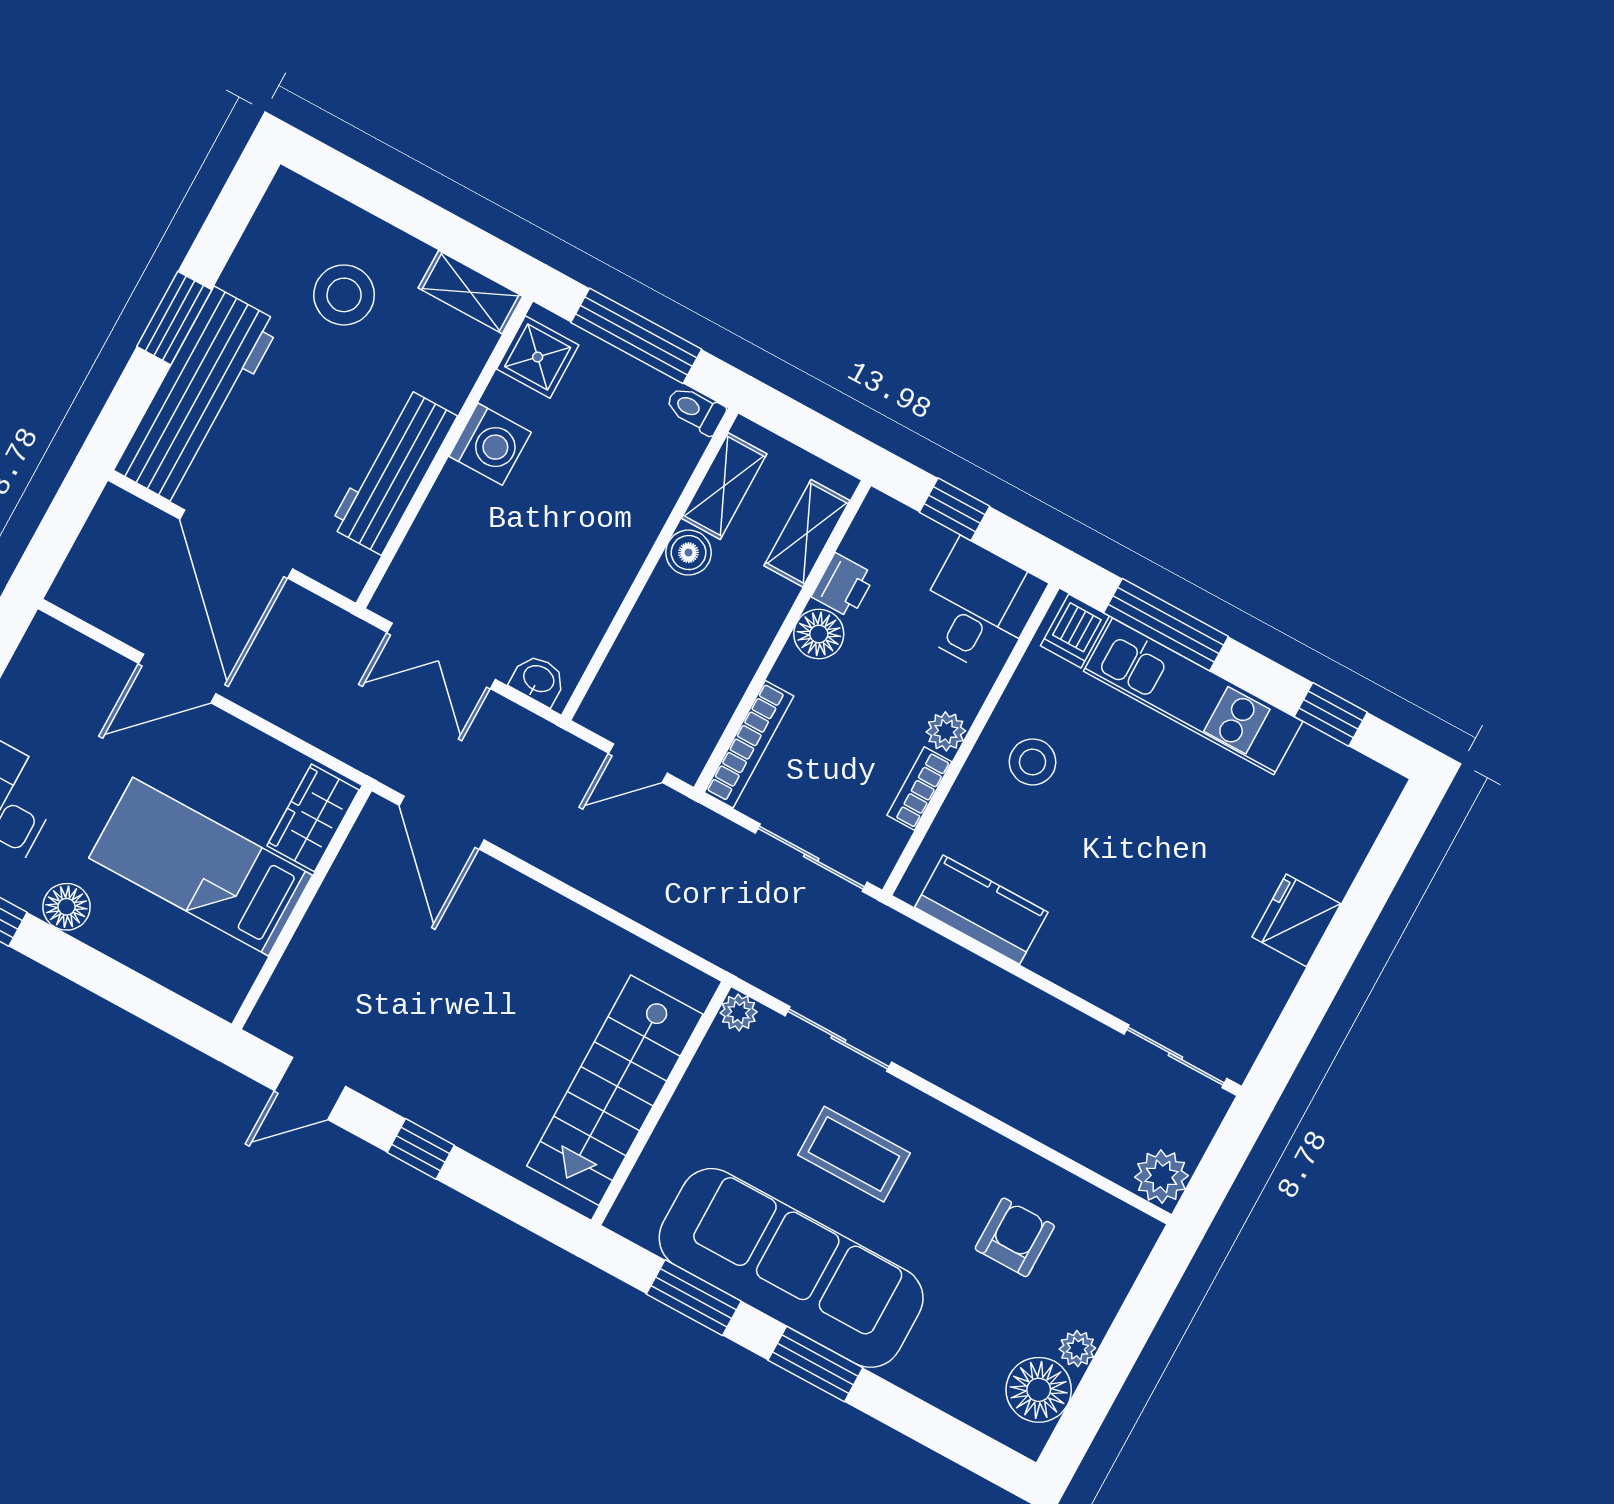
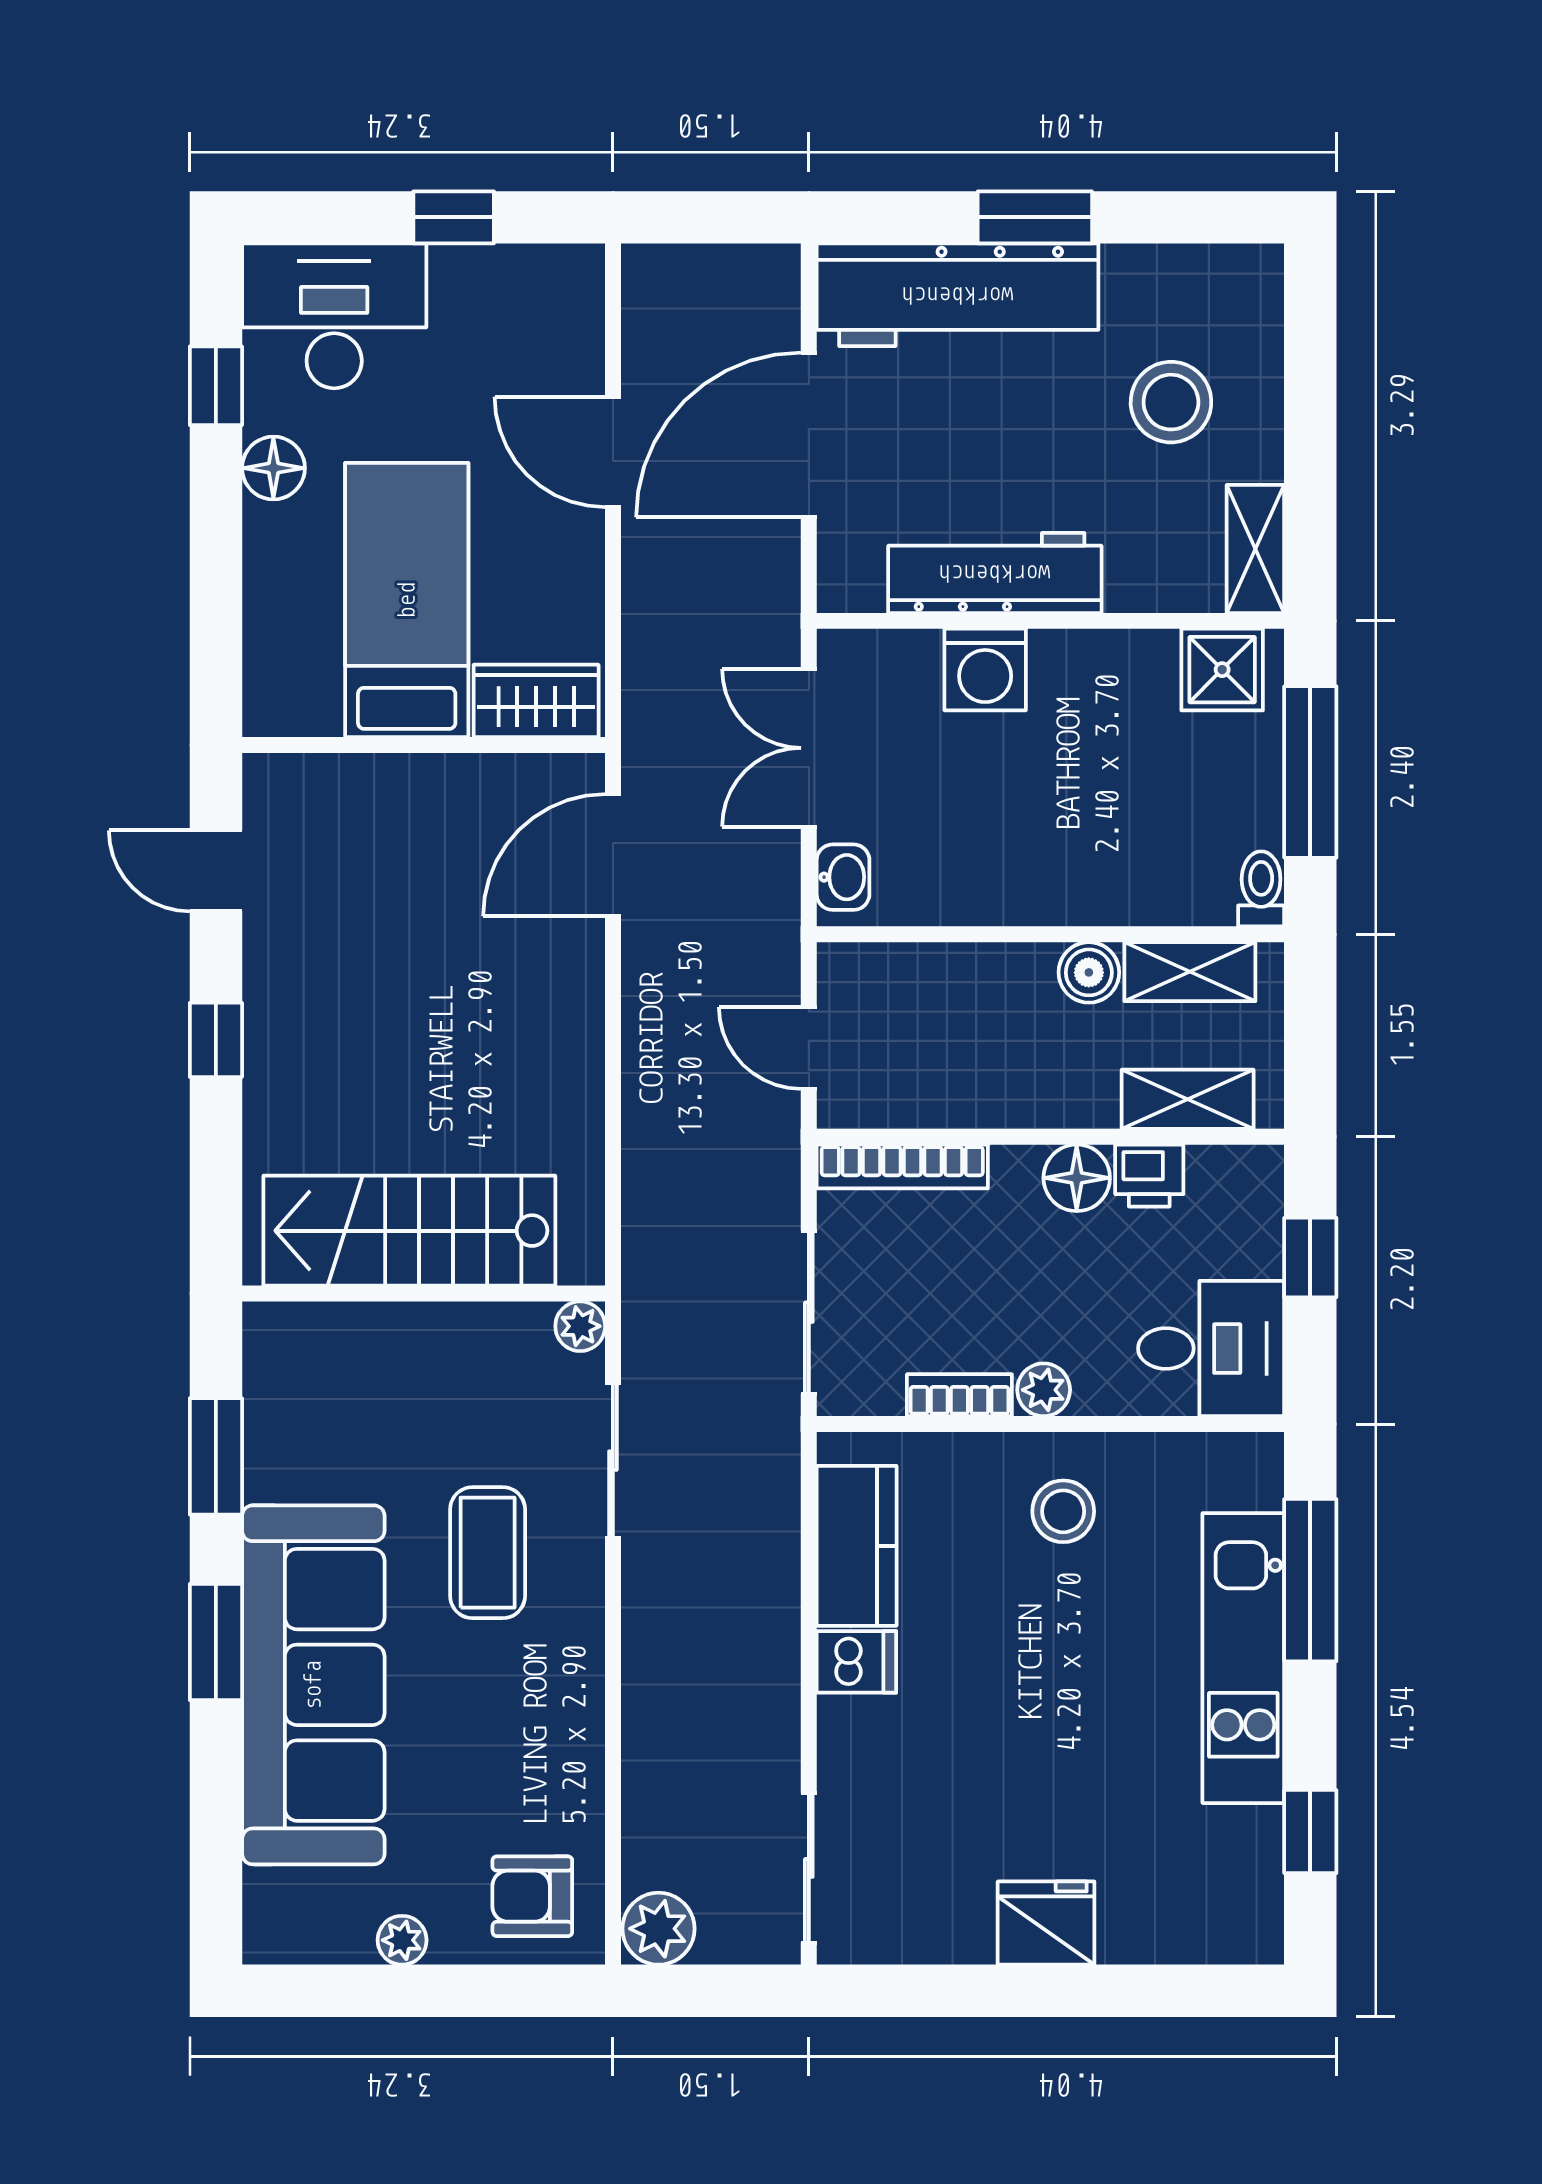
washing machine: (490, 444) -> (985, 670), moved
dishwasher: (1075, 631) -> (856, 1662), moved, turned 180
armchair: (1015, 1237) -> (532, 1896), moved, turned 180
sofa: (791, 1268) -> (313, 1685), moved
floor lamp: (1039, 1390) -> (329, 1921), removed

